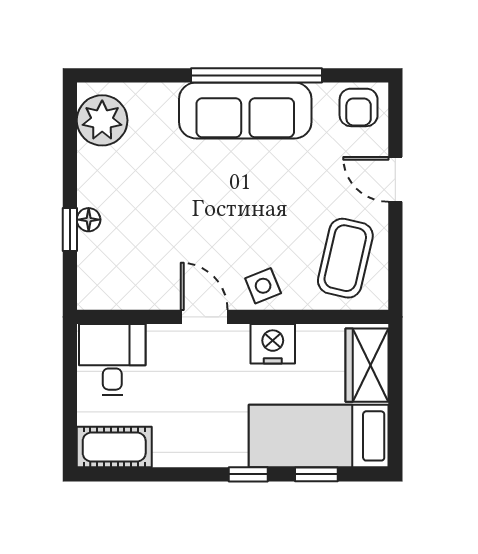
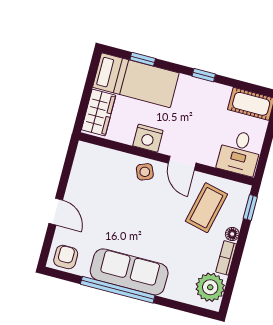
bookcase: (88, 177) -> (226, 258), added
window: (70, 230) -> (250, 208), moved
coffee table: (345, 258) -> (206, 208), moved
window: (248, 474) -> (204, 75), moved

